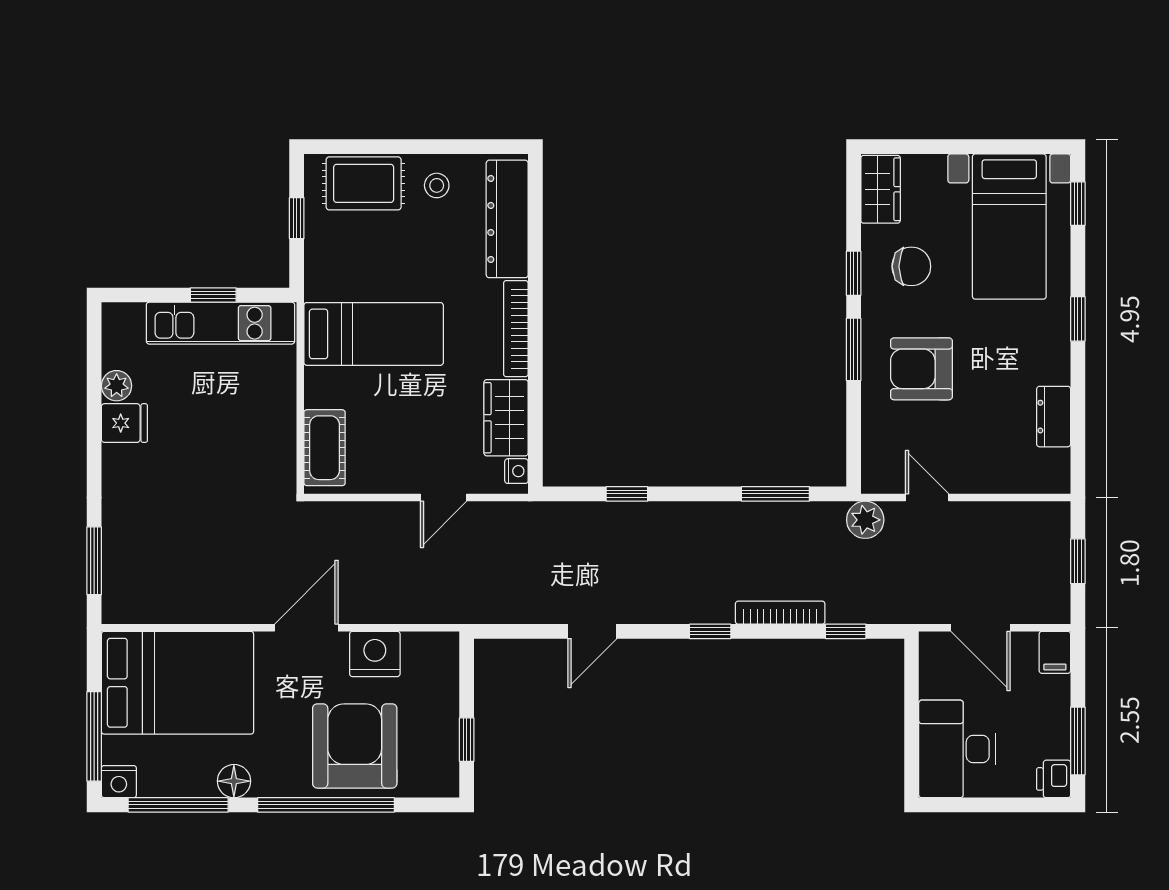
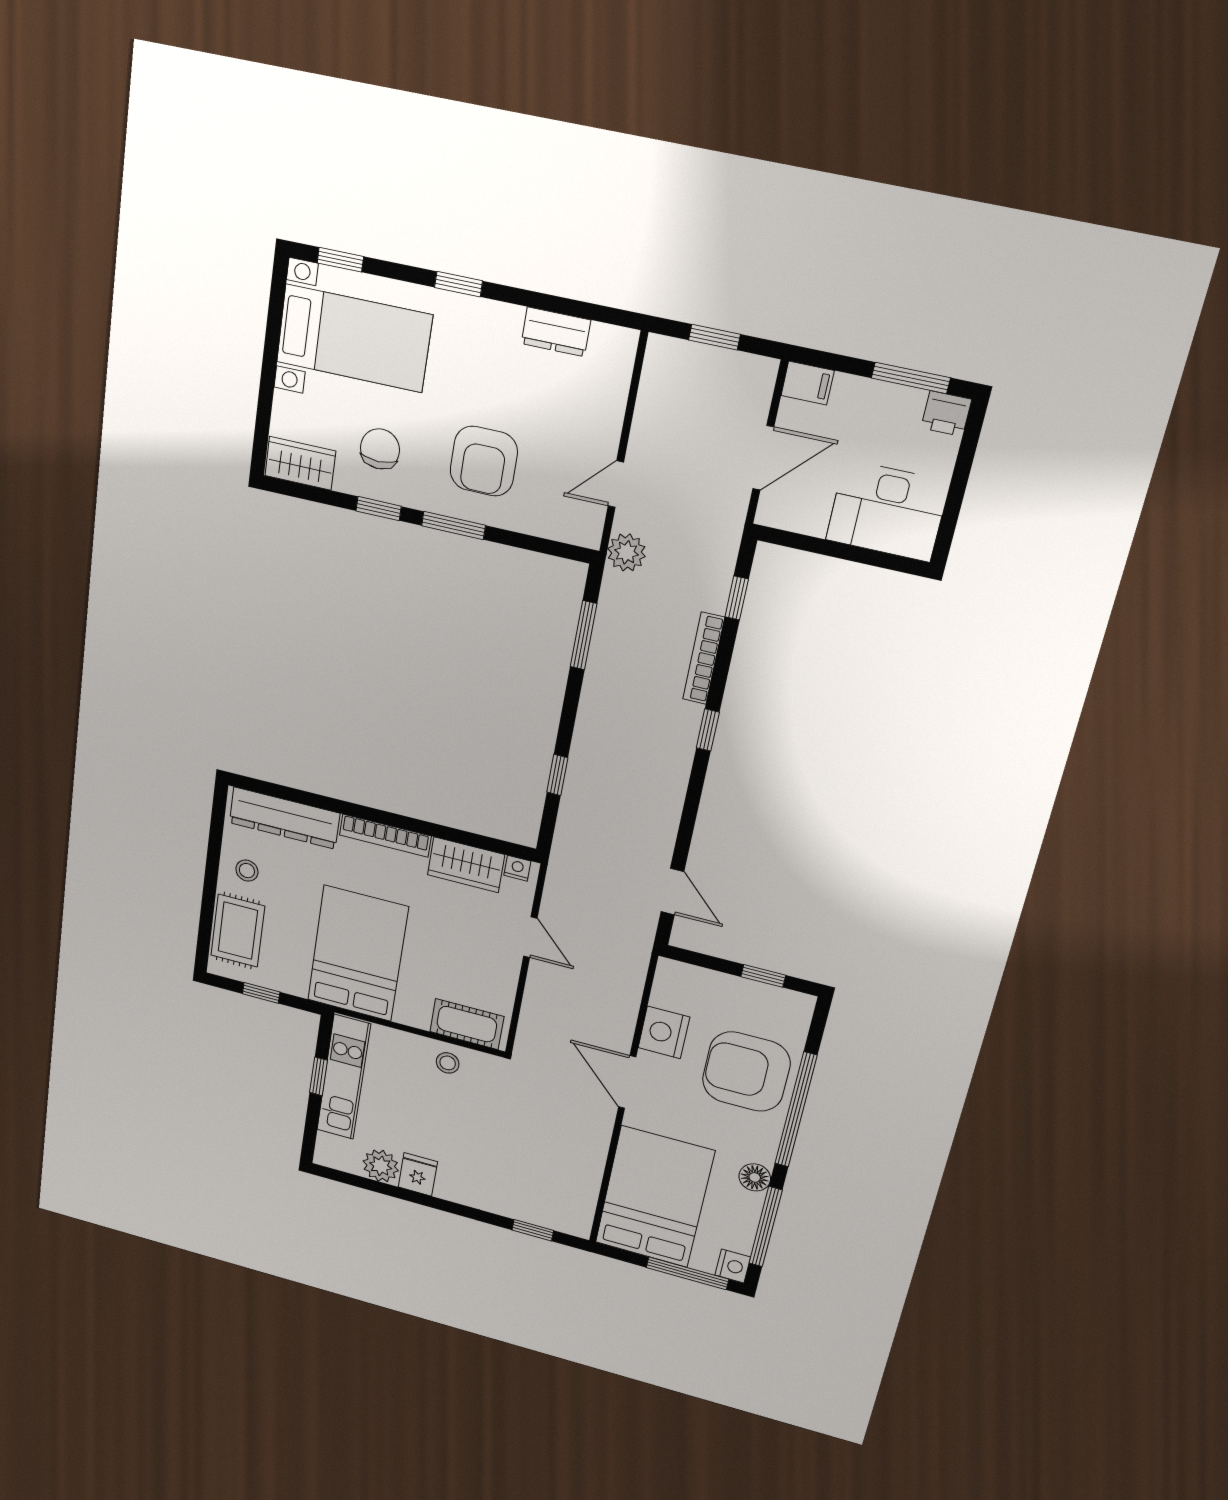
bed: (374, 334) -> (358, 954), width x1.50
plant: (117, 386) -> (381, 1166), width x1.38, depth x1.38
stool: (272, 434) -> (448, 1063), added
window: (94, 561) -> (533, 1230), width x0.67
door: (592, 631) -> (672, 892), moved

